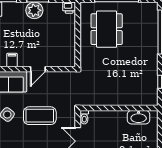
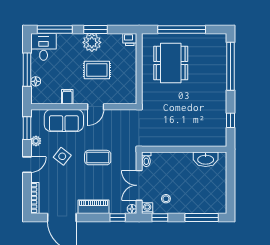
rug: (39, 36) -> (97, 70), added
coffee table: (40, 116) -> (98, 158), width x0.73, depth x0.76

